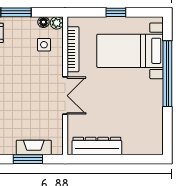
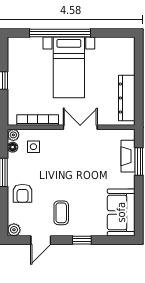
bed with nightstands: (130, 51) -> (69, 67), moved

